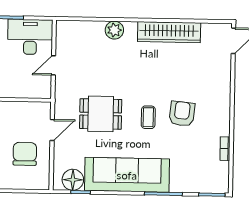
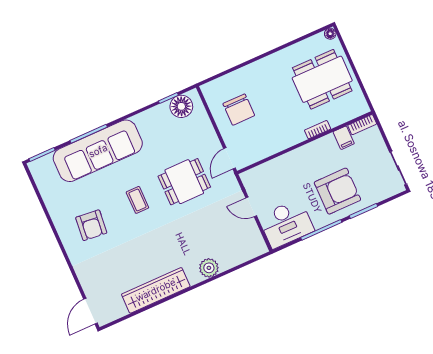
door: (53, 65) -> (251, 207), swing flipped
armchair: (182, 114) -> (91, 225), moved
door: (52, 130) -> (229, 158), moved
bookcase: (225, 149) -> (50, 204), removed
sofa: (127, 175) -> (98, 151), moved

